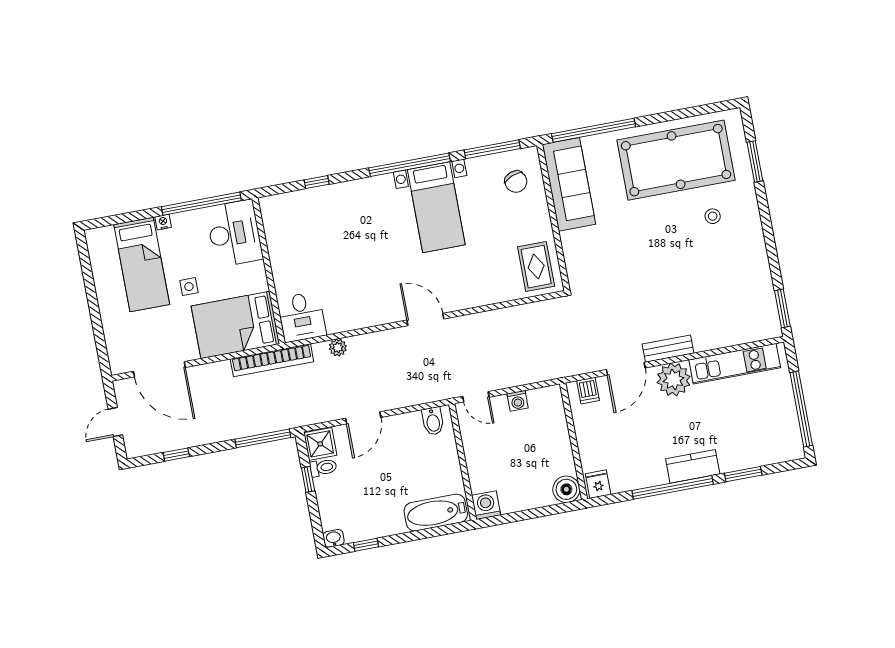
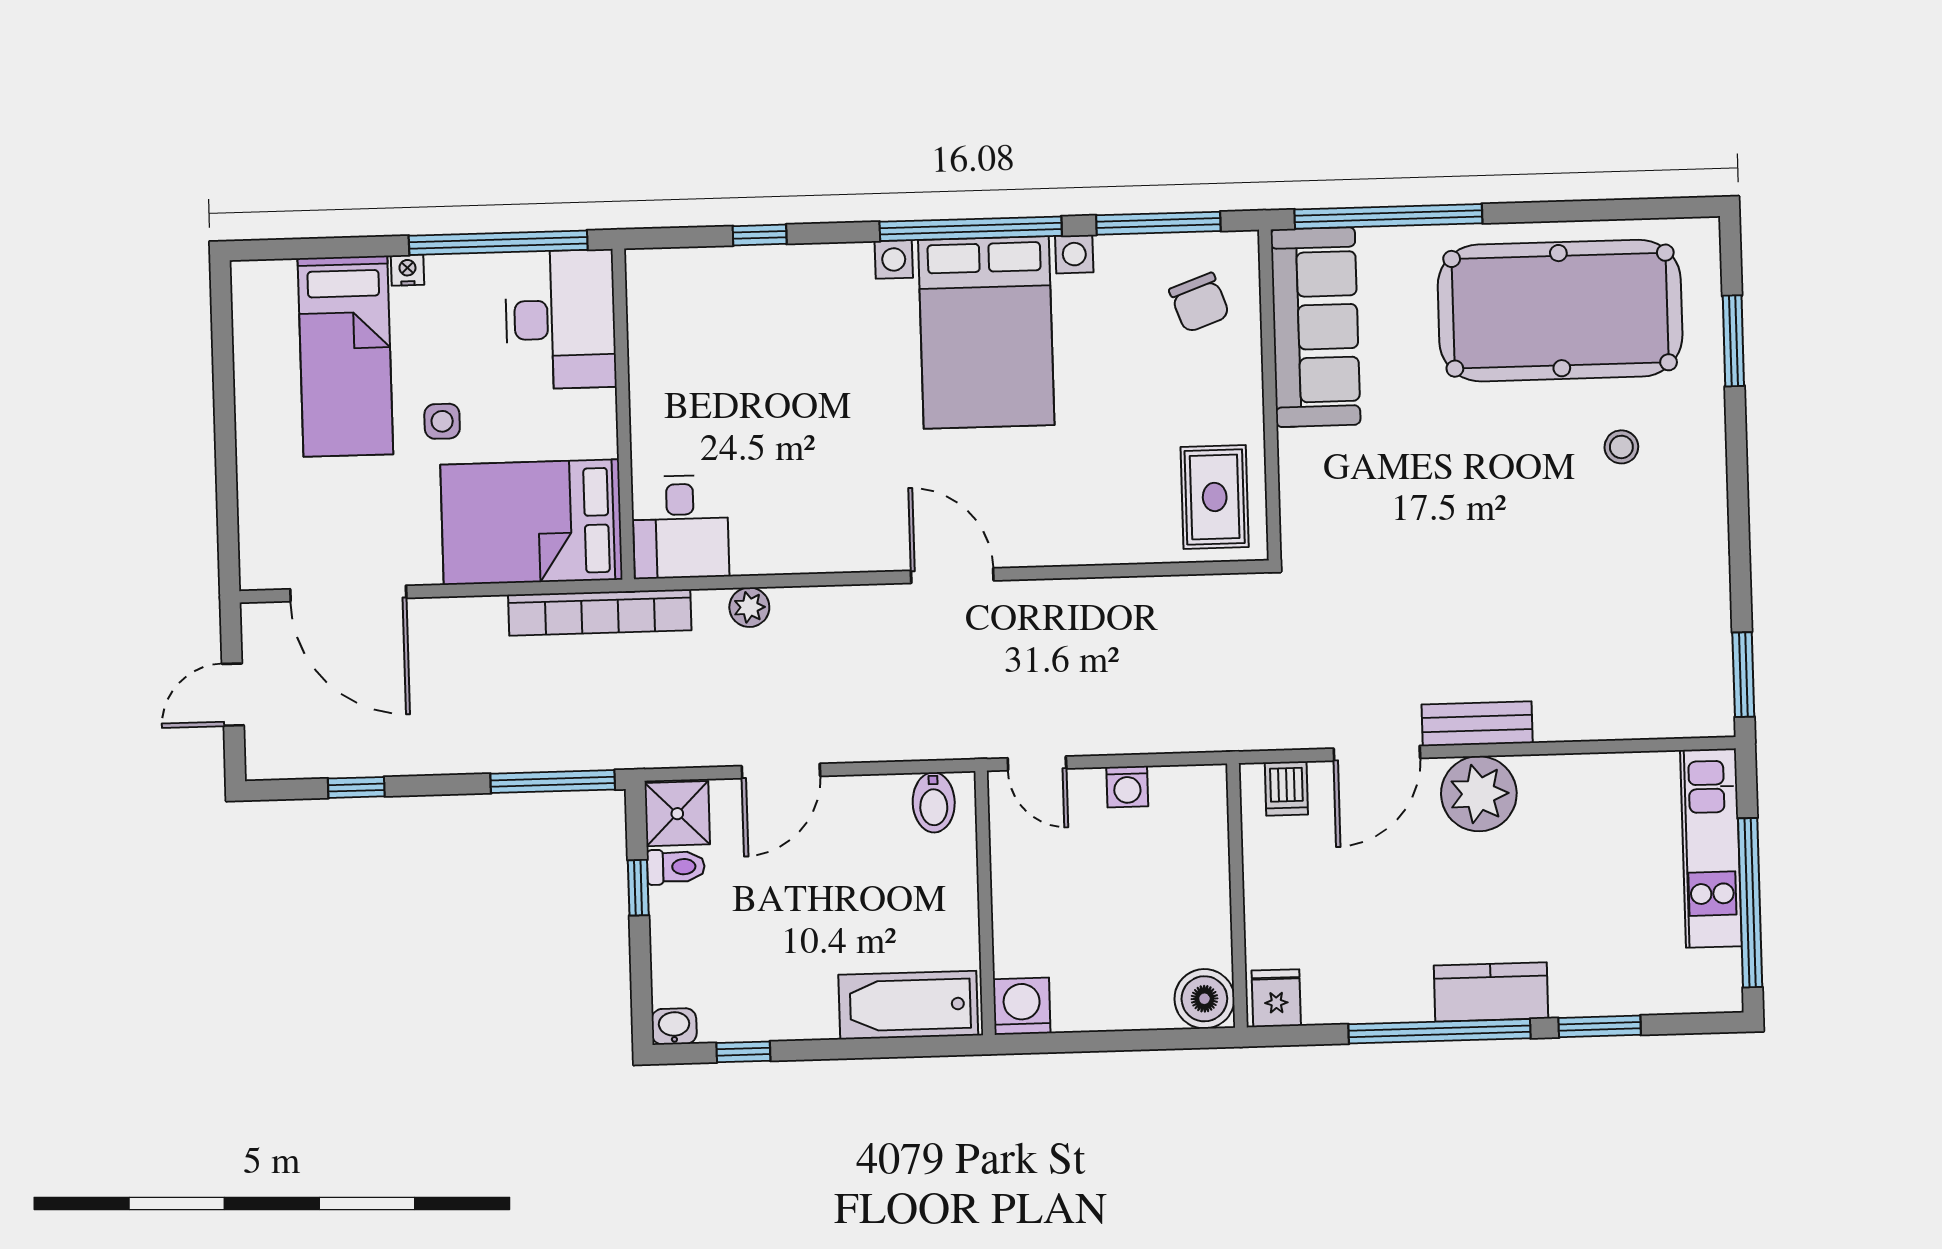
bed with nightstands: (436, 207) -> (986, 332), width x1.36
kitchen unit: (735, 364) -> (1711, 848), moved, turned 90

